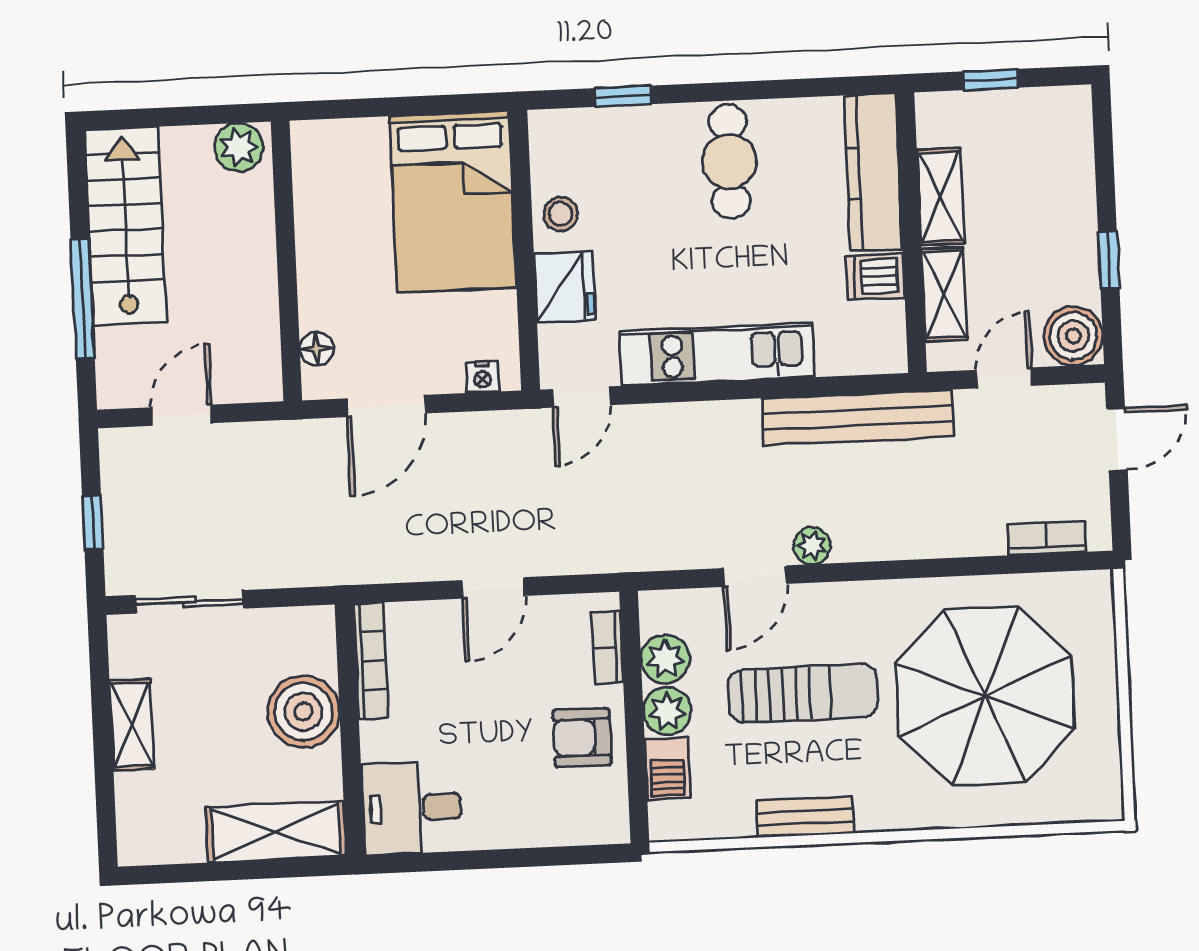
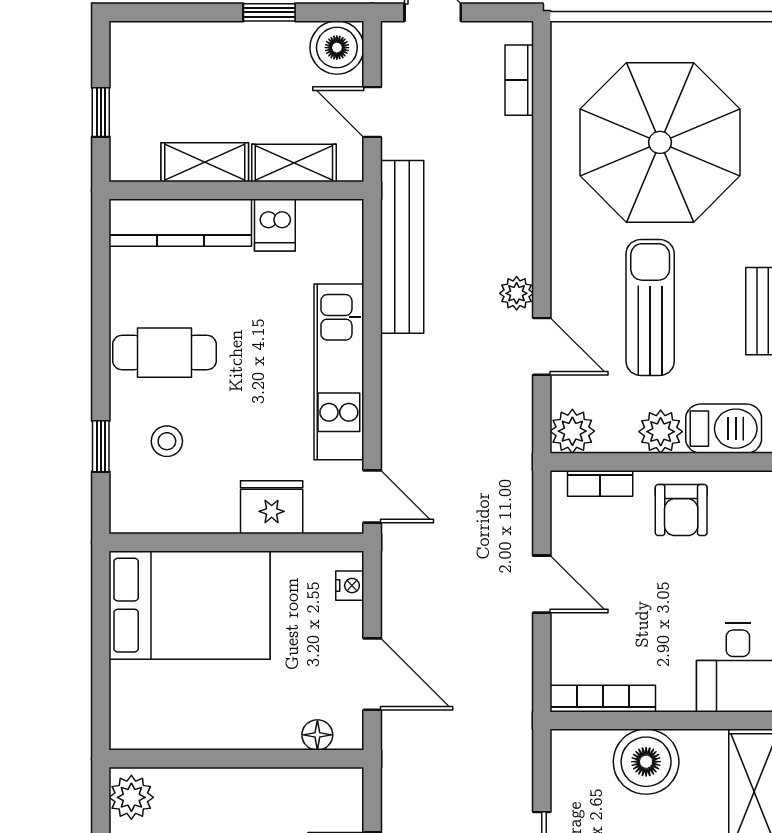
stool: (561, 214) -> (167, 441), moved
plant: (665, 659) -> (572, 431), moved
barbecue: (667, 769) -> (724, 429), width x1.38, depth x1.27

